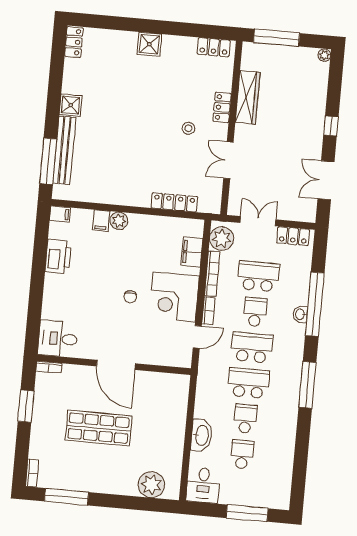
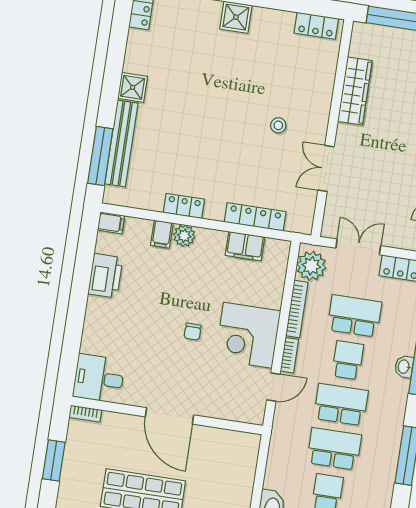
locker: (222, 107) -> (184, 206), moved, turned 90
filing cabinet: (192, 252) -> (245, 246), moved, turned -90

